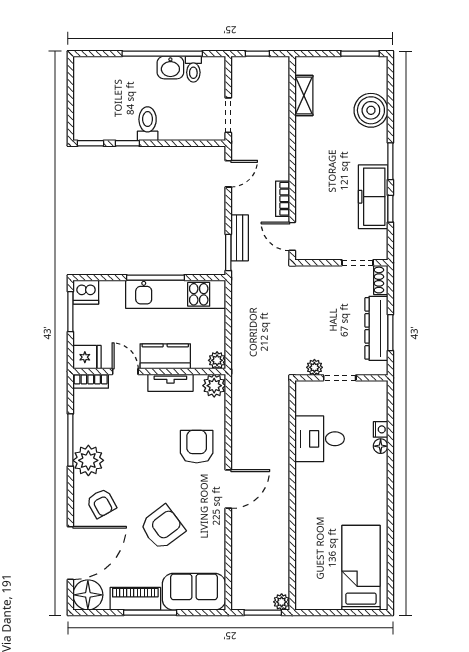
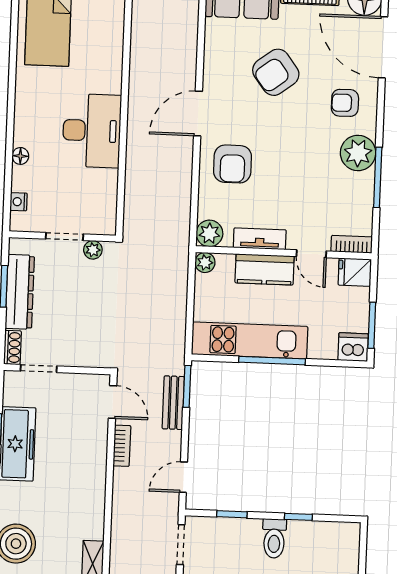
window: (90, 143) -> (232, 514), moved
nightstand: (381, 429) -> (19, 202), moved
desk: (320, 439) -> (92, 131), moved, width x1.37
armchair: (101, 503) -> (345, 103), turned -61
door: (70, 553) -> (383, 47), hinge flipped

